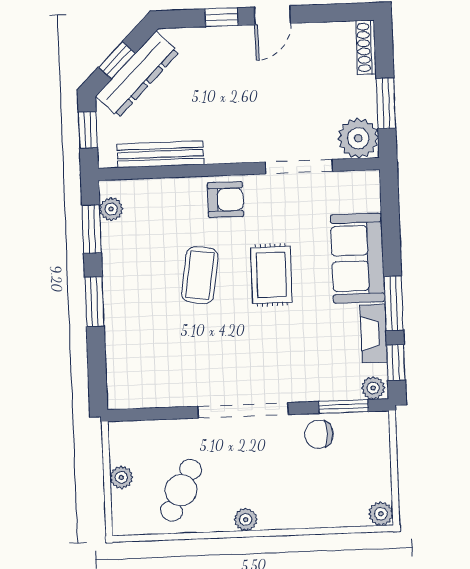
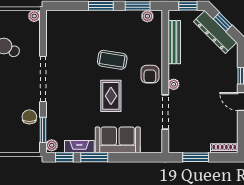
plant: (358, 138) -> (174, 84), moved, width x0.53, depth x0.53
rug: (271, 275) -> (111, 96), turned 90
plant: (121, 477) -> (34, 16), moved

